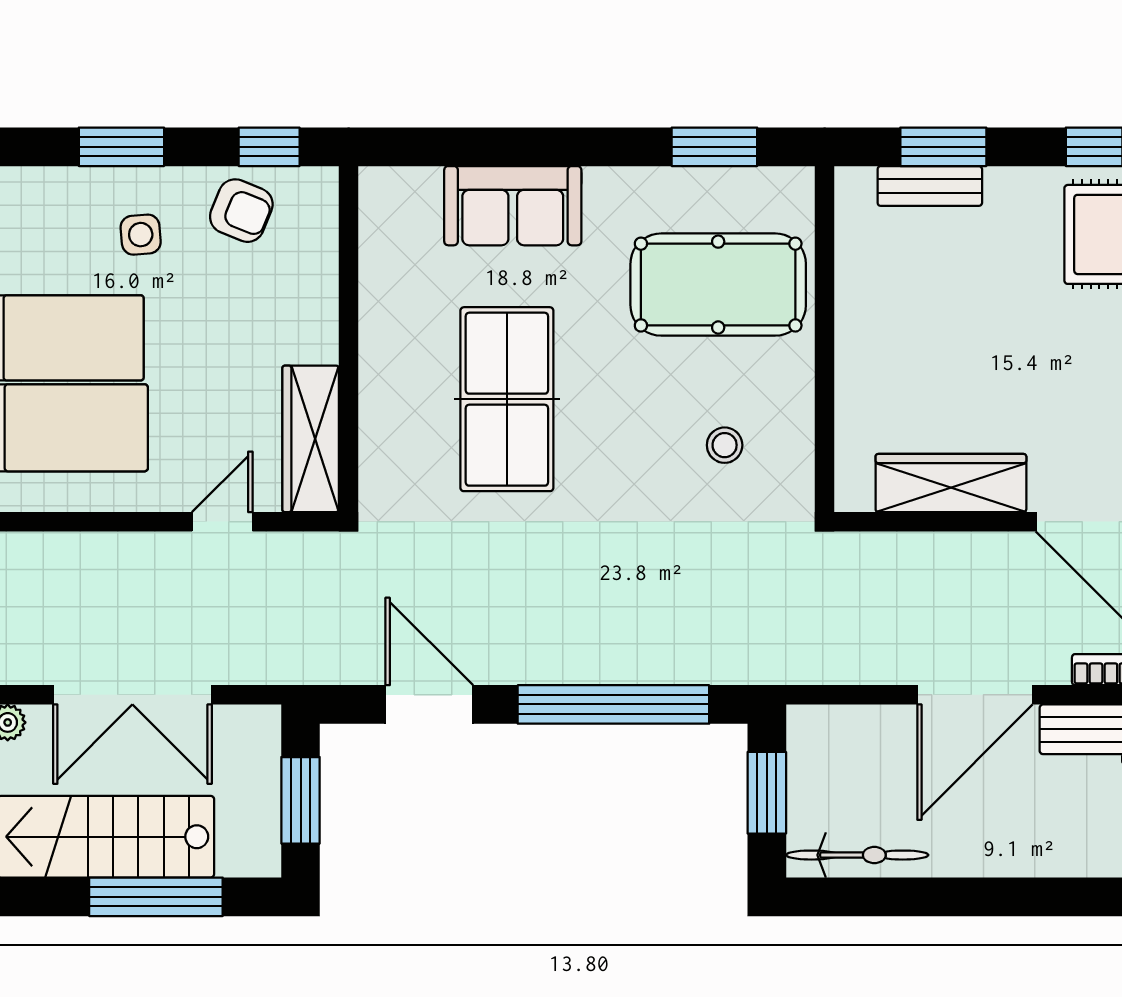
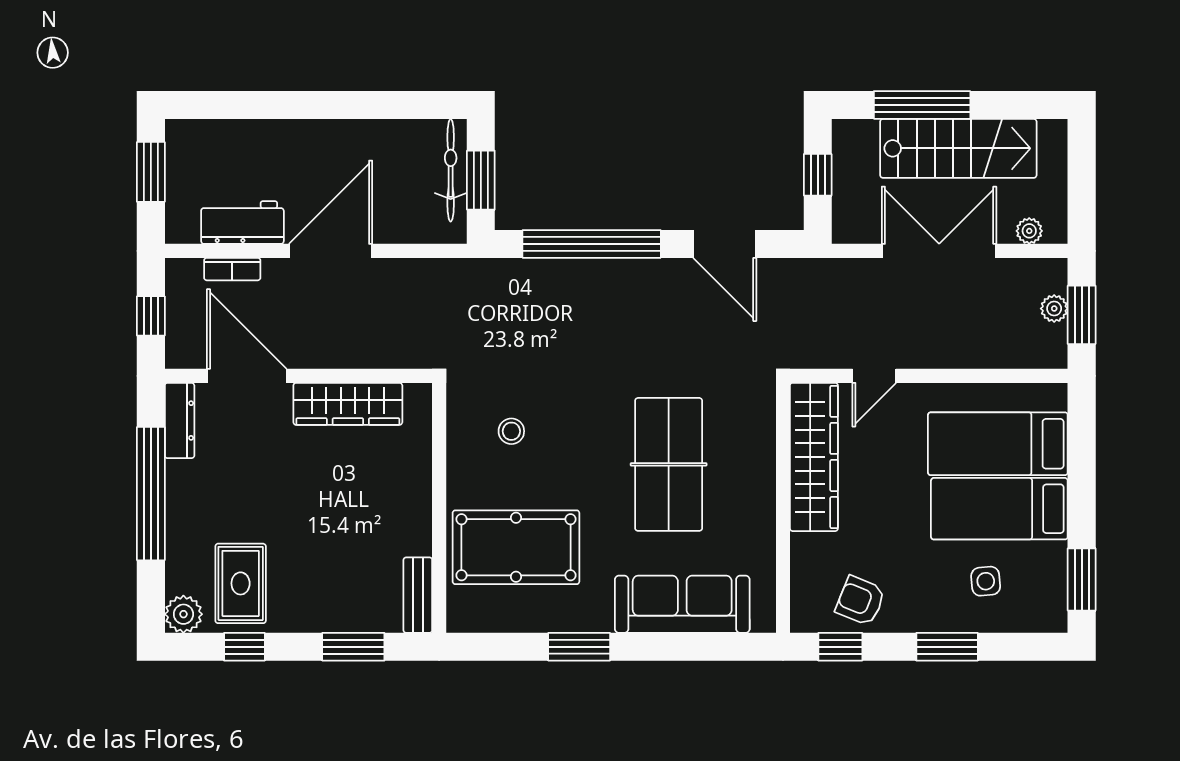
window: (714, 147) -> (579, 647), moved
bench: (930, 186) -> (418, 595), moved, turned 90
sofa: (513, 206) -> (682, 604), width x1.36
side table: (141, 235) -> (986, 581), moved
wardrobe: (311, 439) -> (814, 457), width x1.40, depth x1.17
window: (301, 800) -> (818, 175), width x0.67
bicycle: (857, 855) -> (451, 170), moved, turned 90

